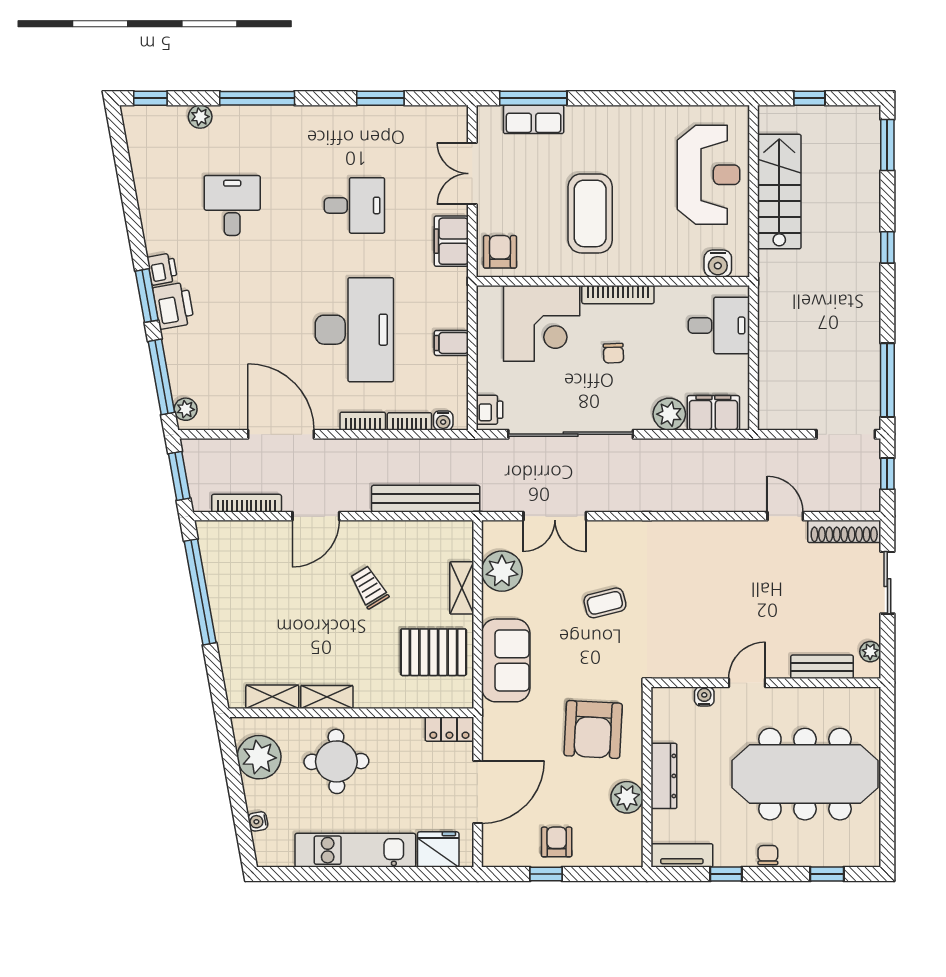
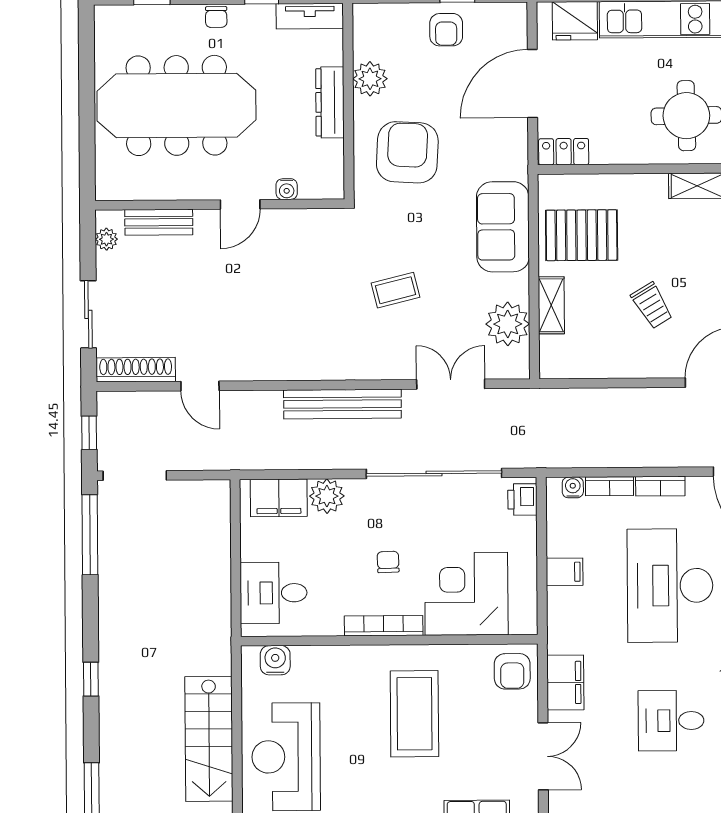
bench: (426, 499) -> (342, 404), moved

